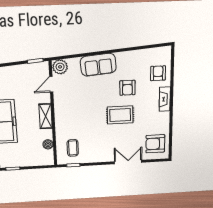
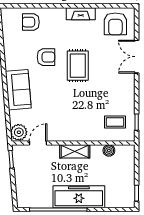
door: (51, 84) -> (38, 143), swing flipped
fireplace: (165, 99) -> (81, 14), moved

